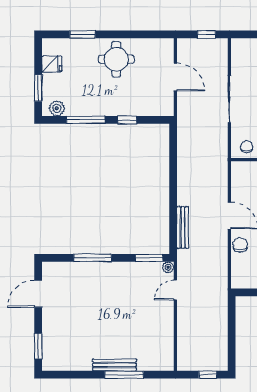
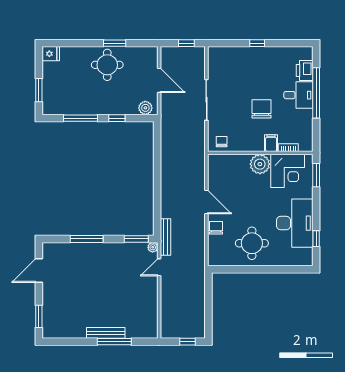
window: (82, 34) -> (115, 43), moved
fridge: (52, 64) -> (51, 54), moved
plant: (57, 108) -> (145, 108), moved
bench: (183, 227) -> (166, 237), moved

